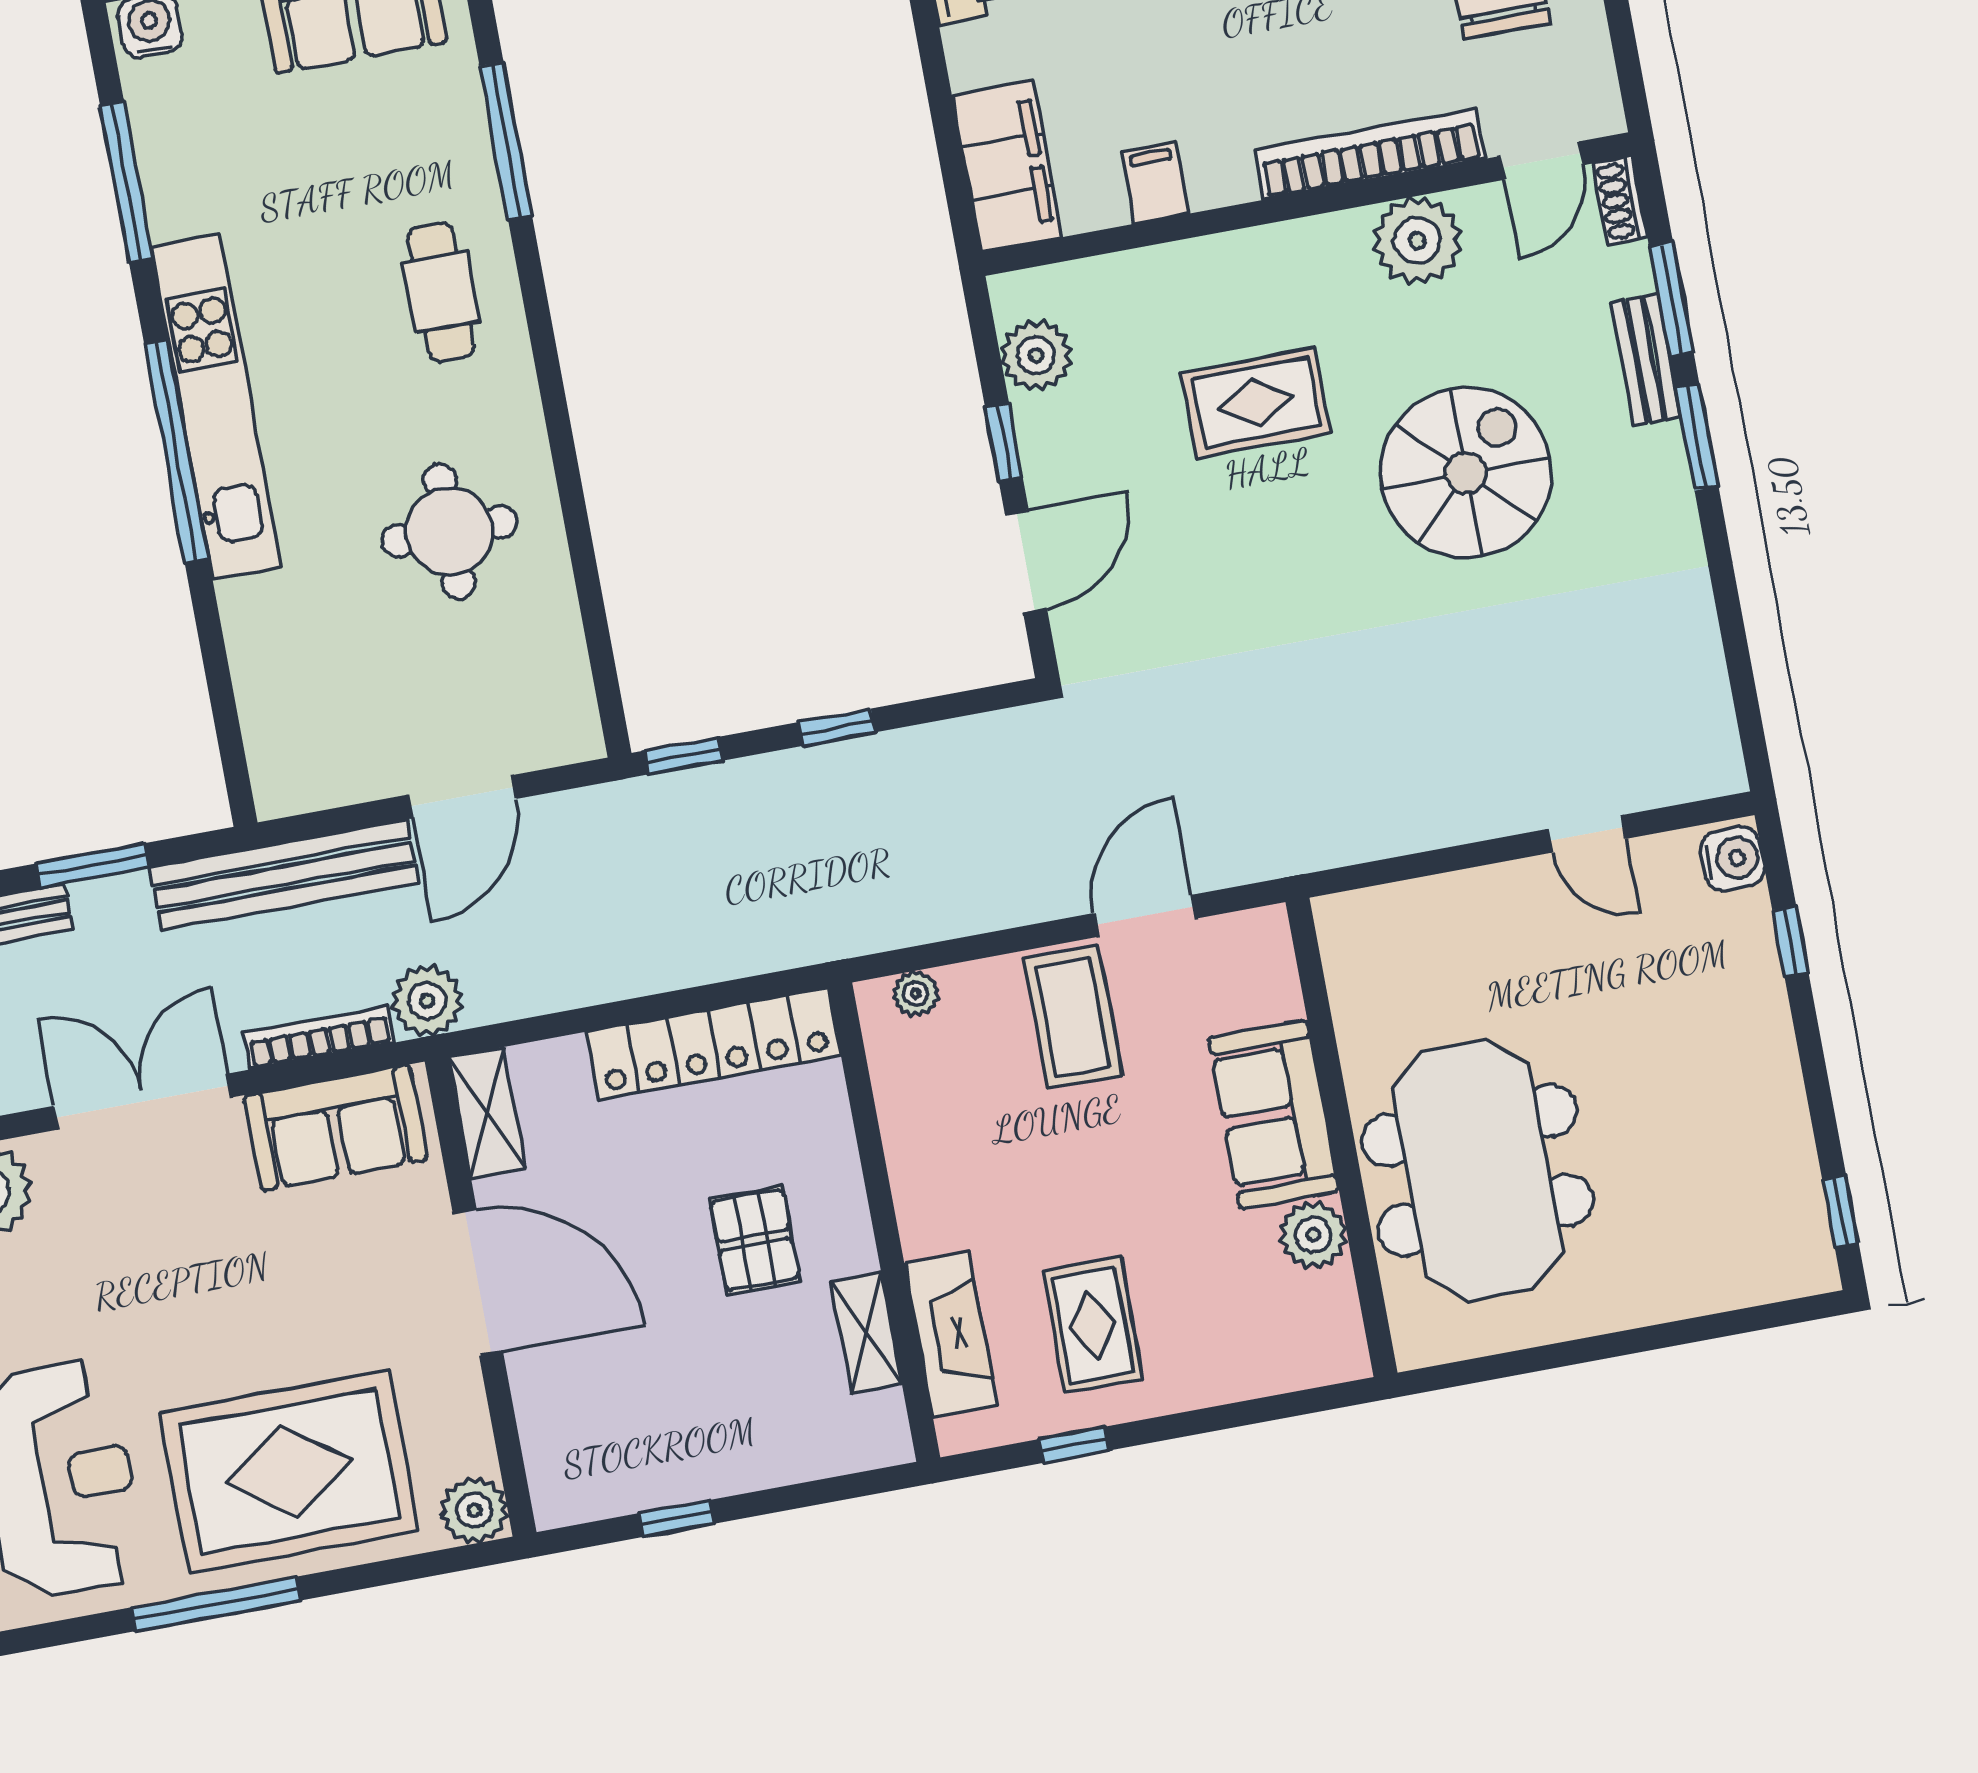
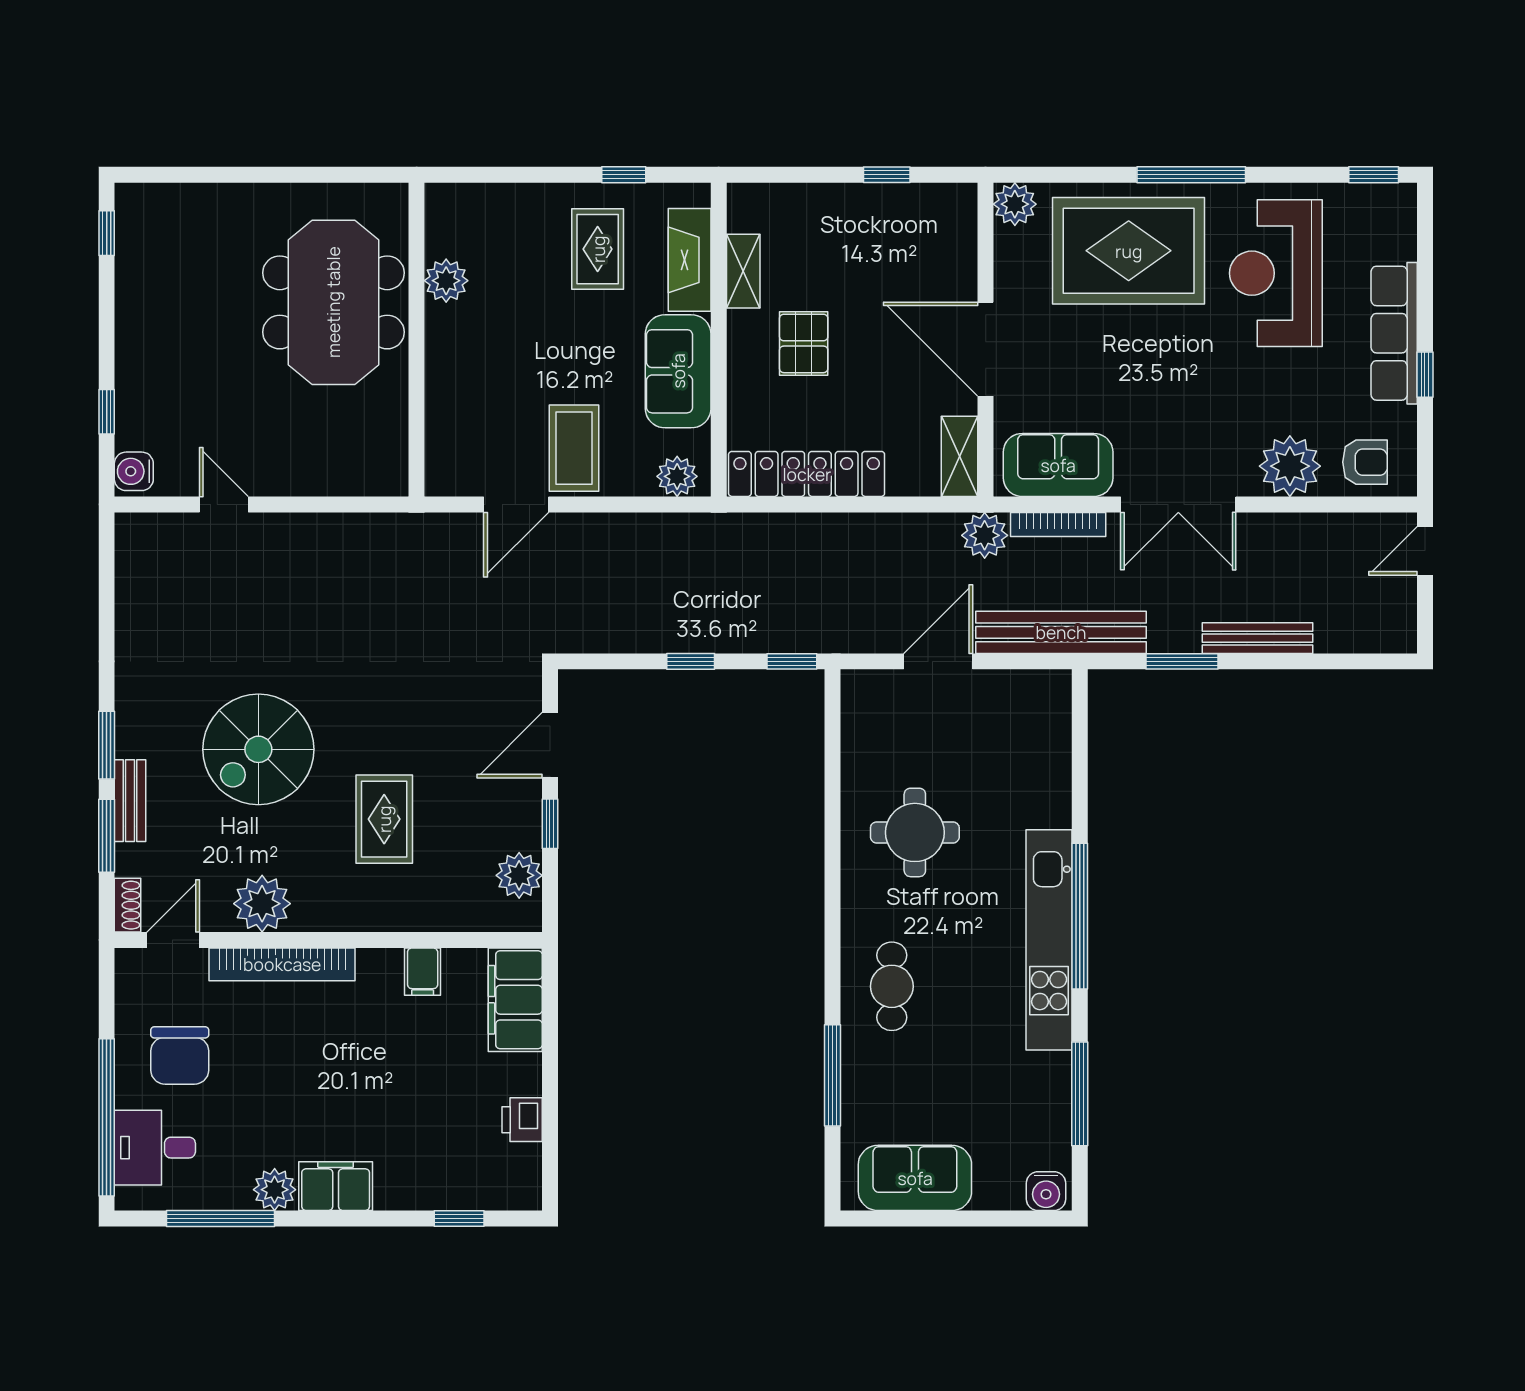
rug: (1256, 403) -> (384, 819), turned 90
plant: (916, 994) -> (677, 476), width x1.38, depth x1.38
sofa: (1274, 1115) -> (678, 371), moved, turned 180

